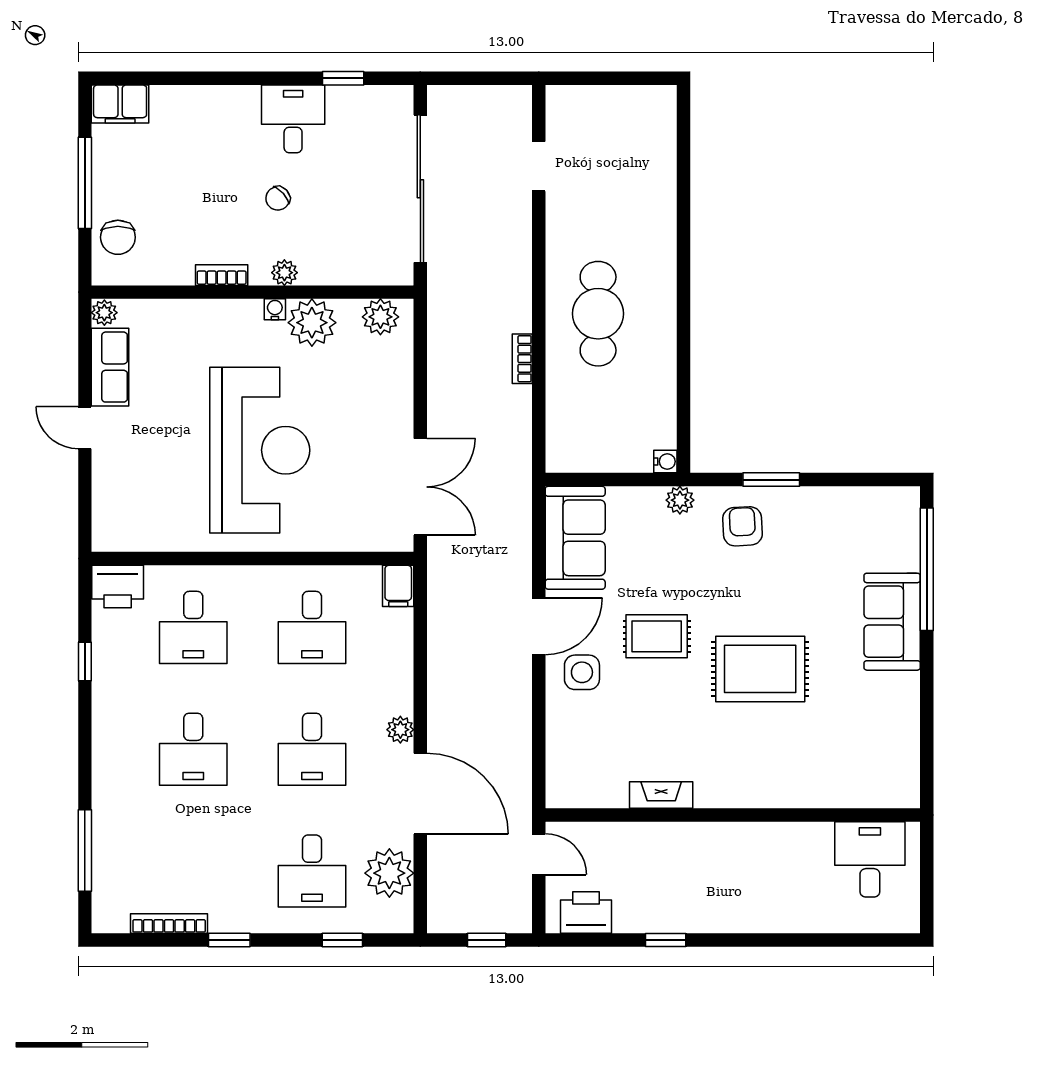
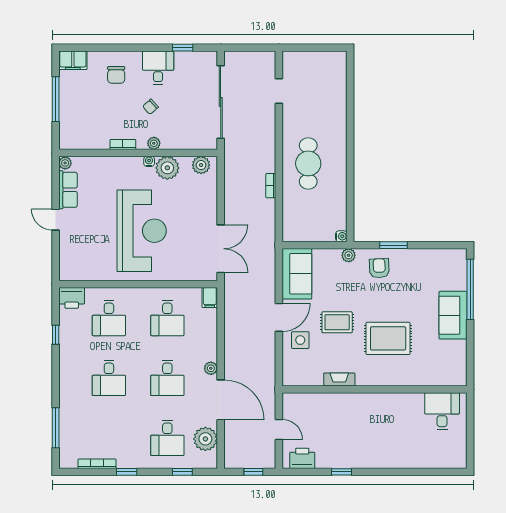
chair: (118, 237) -> (116, 75), moved
fireplace: (661, 795) -> (339, 379), moved
wall: (733, 815) -> (375, 389), moved
desk: (870, 859) -> (442, 411), moved

